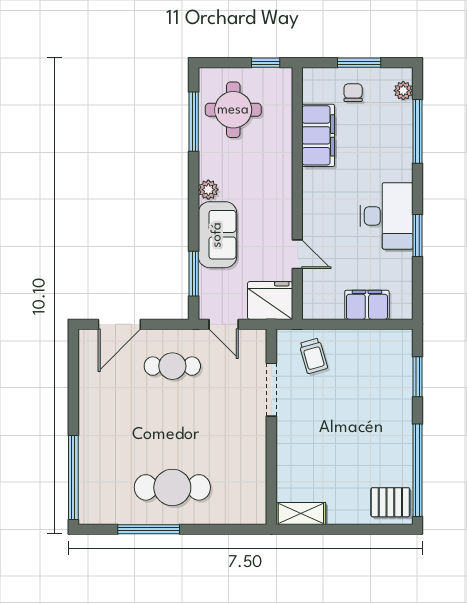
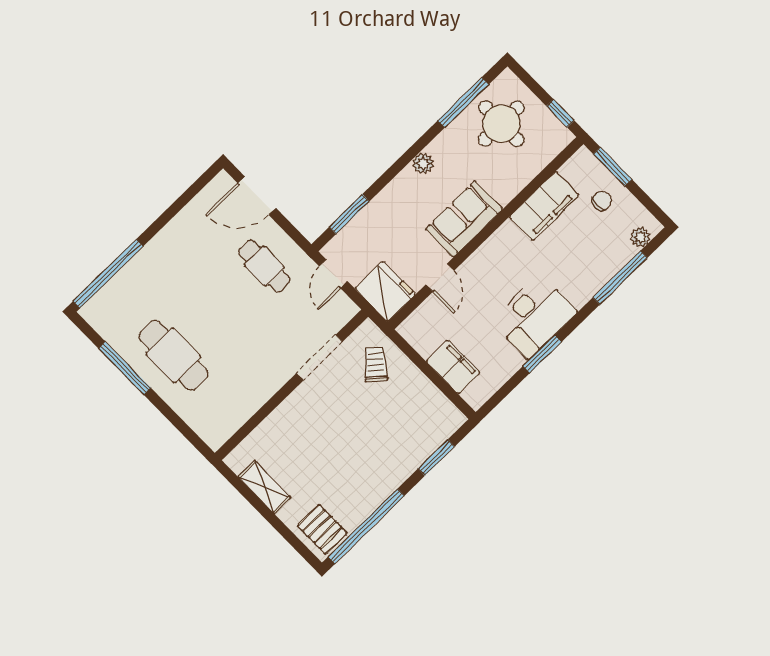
window: (359, 63) -> (613, 167), moved
sofa: (217, 235) -> (464, 219), moved, turned 180
trolley: (313, 356) -> (375, 364), turned 146
shelving: (301, 513) -> (264, 487), moved

